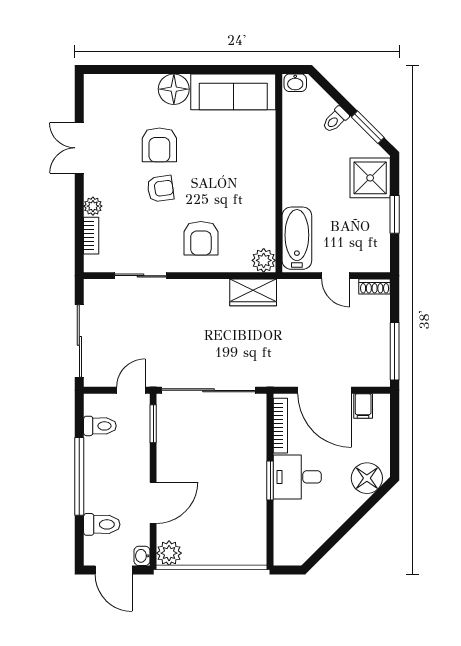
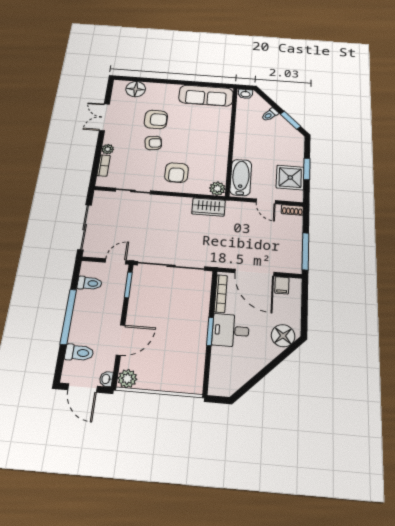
floor lamp: (174, 89) -> (136, 89), moved
armchair: (159, 145) -> (156, 119), turned -90
shower: (370, 178) -> (290, 178), moved

